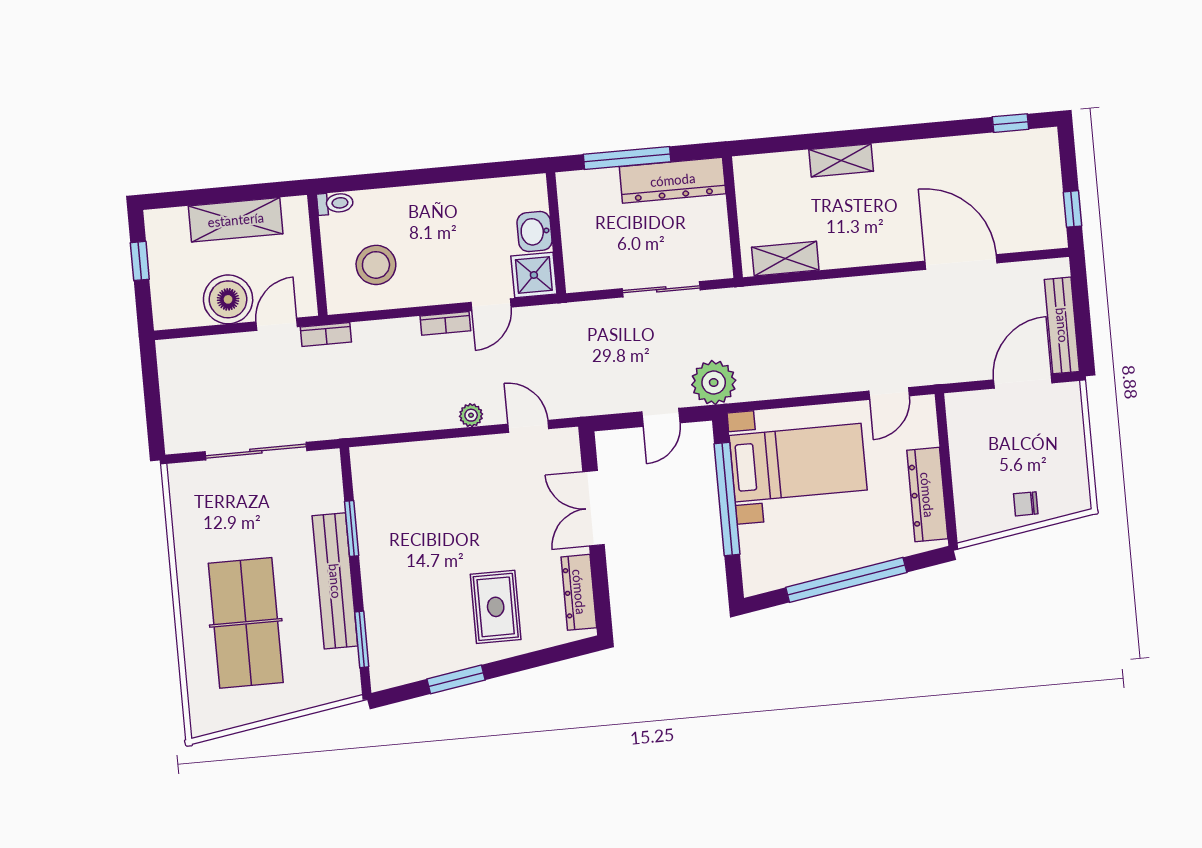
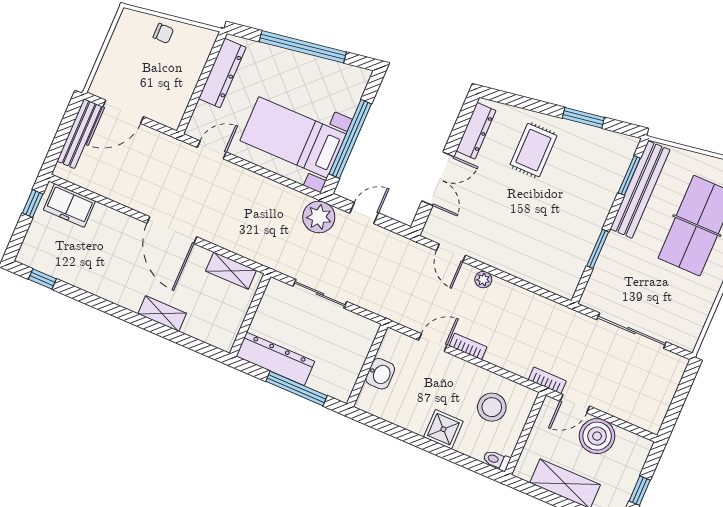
freezer: (1026, 231) -> (69, 205), added
door: (961, 262) -> (172, 230), moved
shower: (534, 275) -> (443, 429), moved
bench: (335, 581) -> (640, 189), moved

